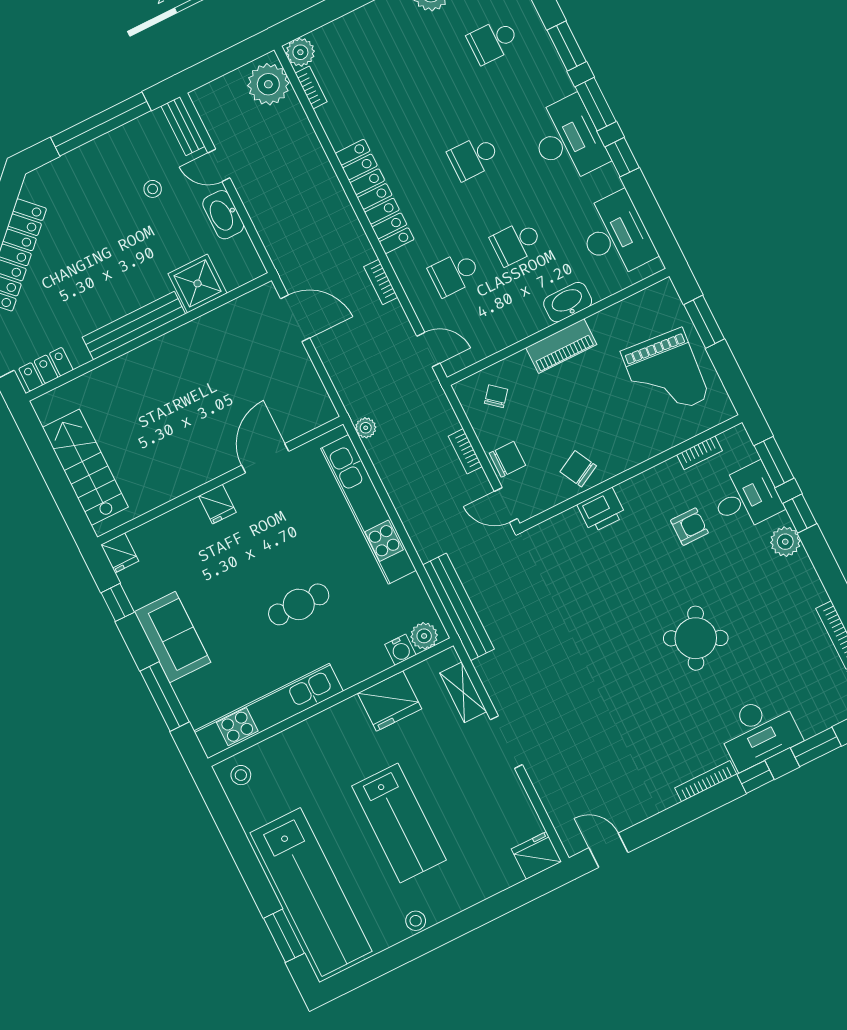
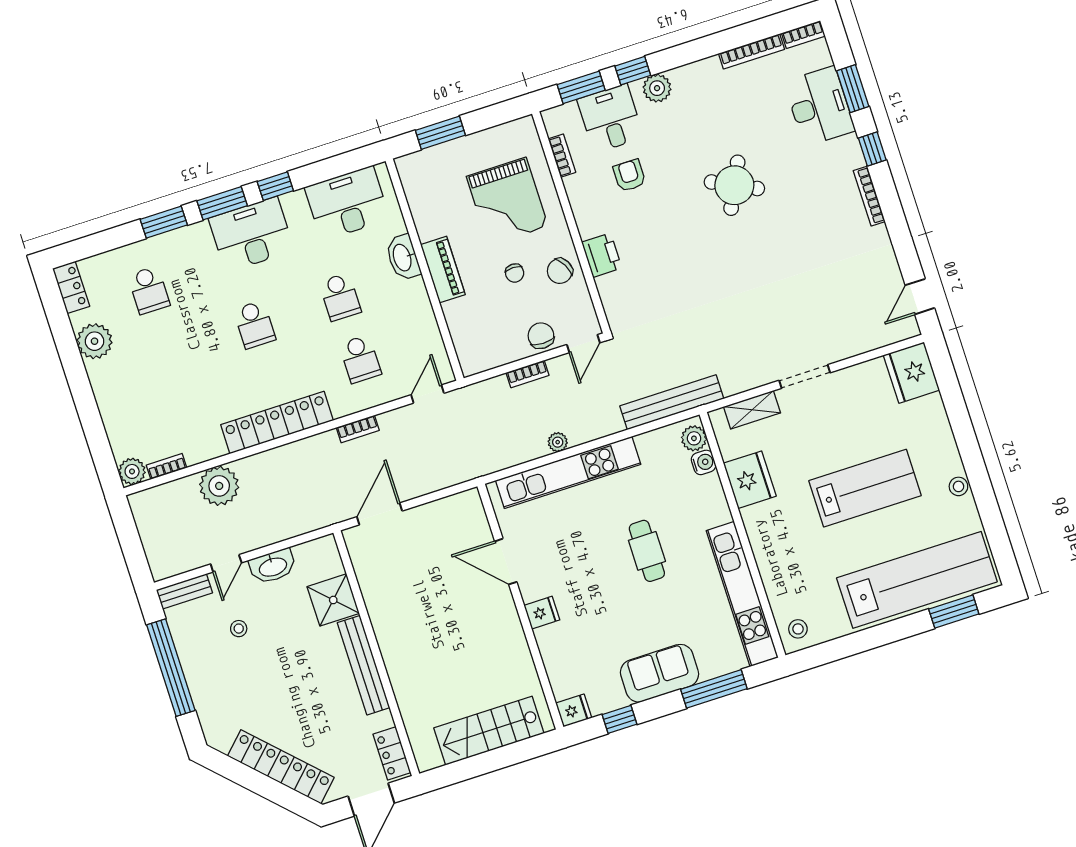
plant: (268, 84) -> (219, 486), moved
grand piano: (665, 375) -> (507, 201), moved, turned 85
chair: (496, 396) -> (515, 273), moved, turned -130
plant: (366, 428) -> (558, 442), moved
desk: (759, 731) -> (819, 106), moved
fridge: (536, 855) -> (911, 373), width x1.36, depth x1.34

